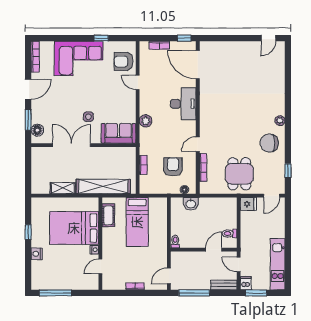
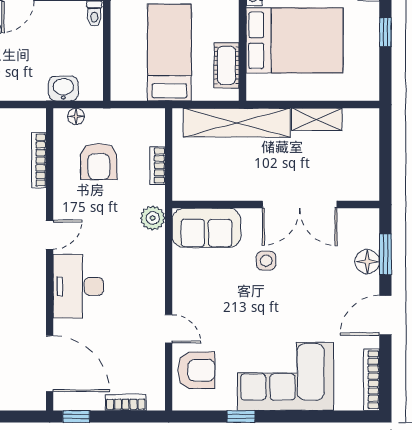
plant: (146, 121) -> (153, 218), moved
floor lamp: (37, 130) -> (367, 262), moved
door: (198, 144) -> (50, 235), moved

